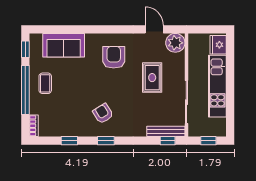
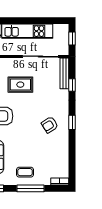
window: (25, 90) -> (30, 188), width x0.68
window: (69, 141) -> (72, 152), removed
window: (168, 141) -> (72, 85), moved

